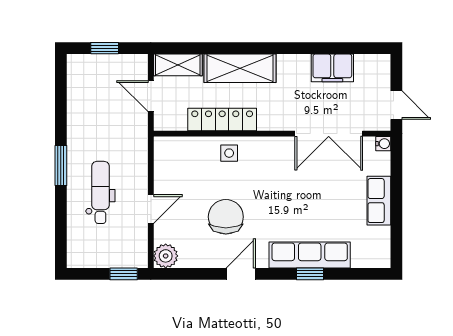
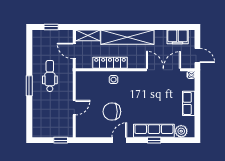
shelving: (240, 68) -> (127, 37), width x1.47
filing cabinet: (332, 68) -> (178, 37), moved
double door: (329, 134) -> (163, 70), swing flipped
dental chair: (100, 192) -> (50, 76), moved
chair: (226, 217) -> (112, 112), turned -90
plant: (166, 256) -> (181, 131), moved

